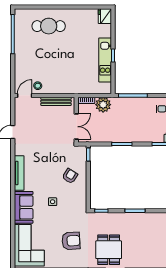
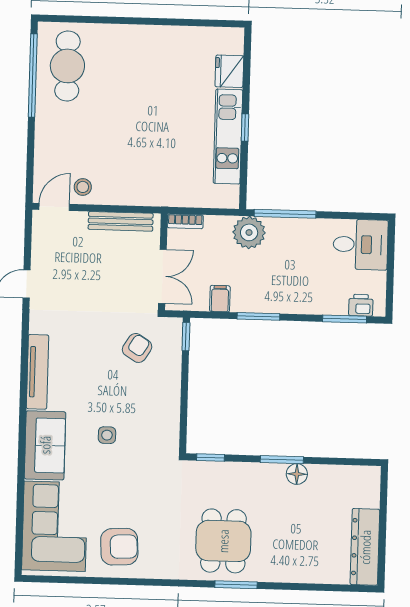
fridge: (105, 16) -> (229, 71), moved
cafe table: (49, 26) -> (67, 66), moved, turned 90
plant: (103, 105) -> (249, 232), moved
filing cabinet: (104, 136) -> (220, 299), added
armchair: (70, 176) -> (137, 348), moved
floor lamp: (142, 217) -> (297, 474), added
armchair: (71, 241) -> (119, 547), moved

